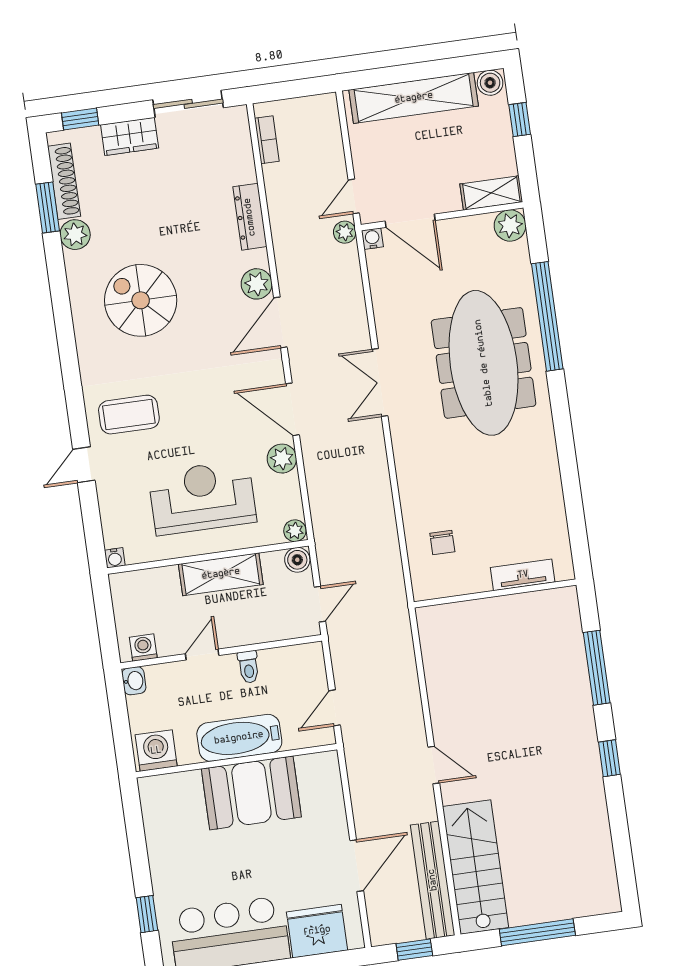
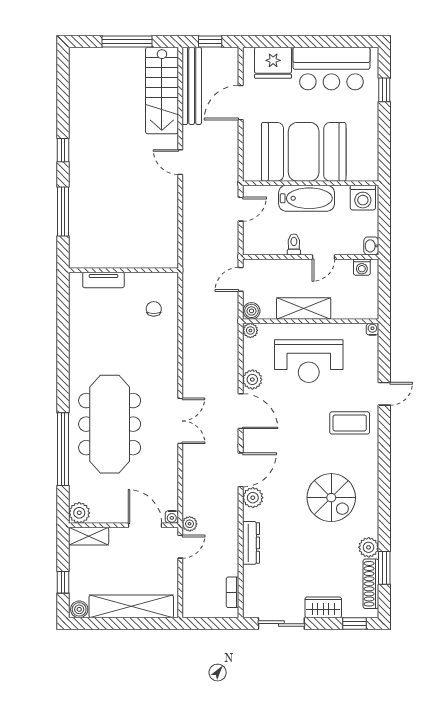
booth: (251, 793) -> (304, 152), width x1.36, depth x1.42

